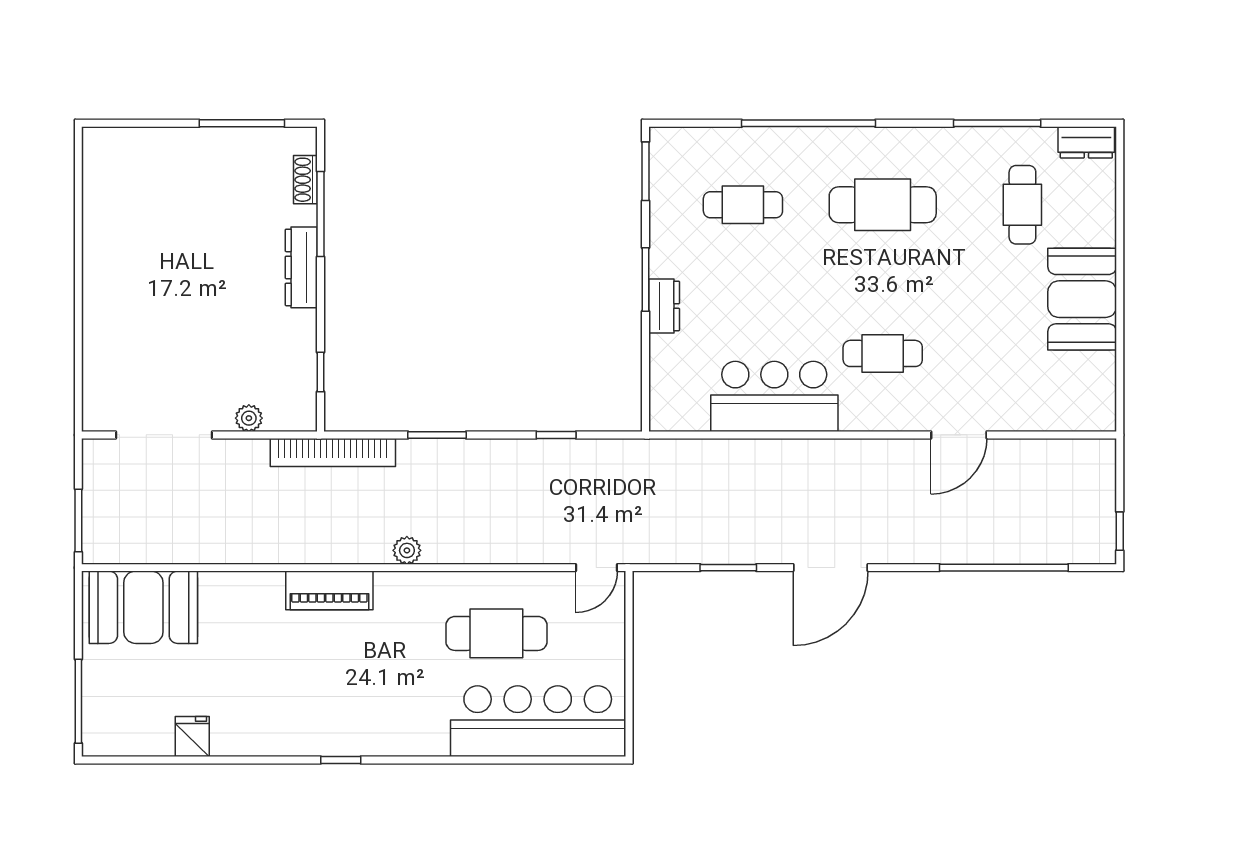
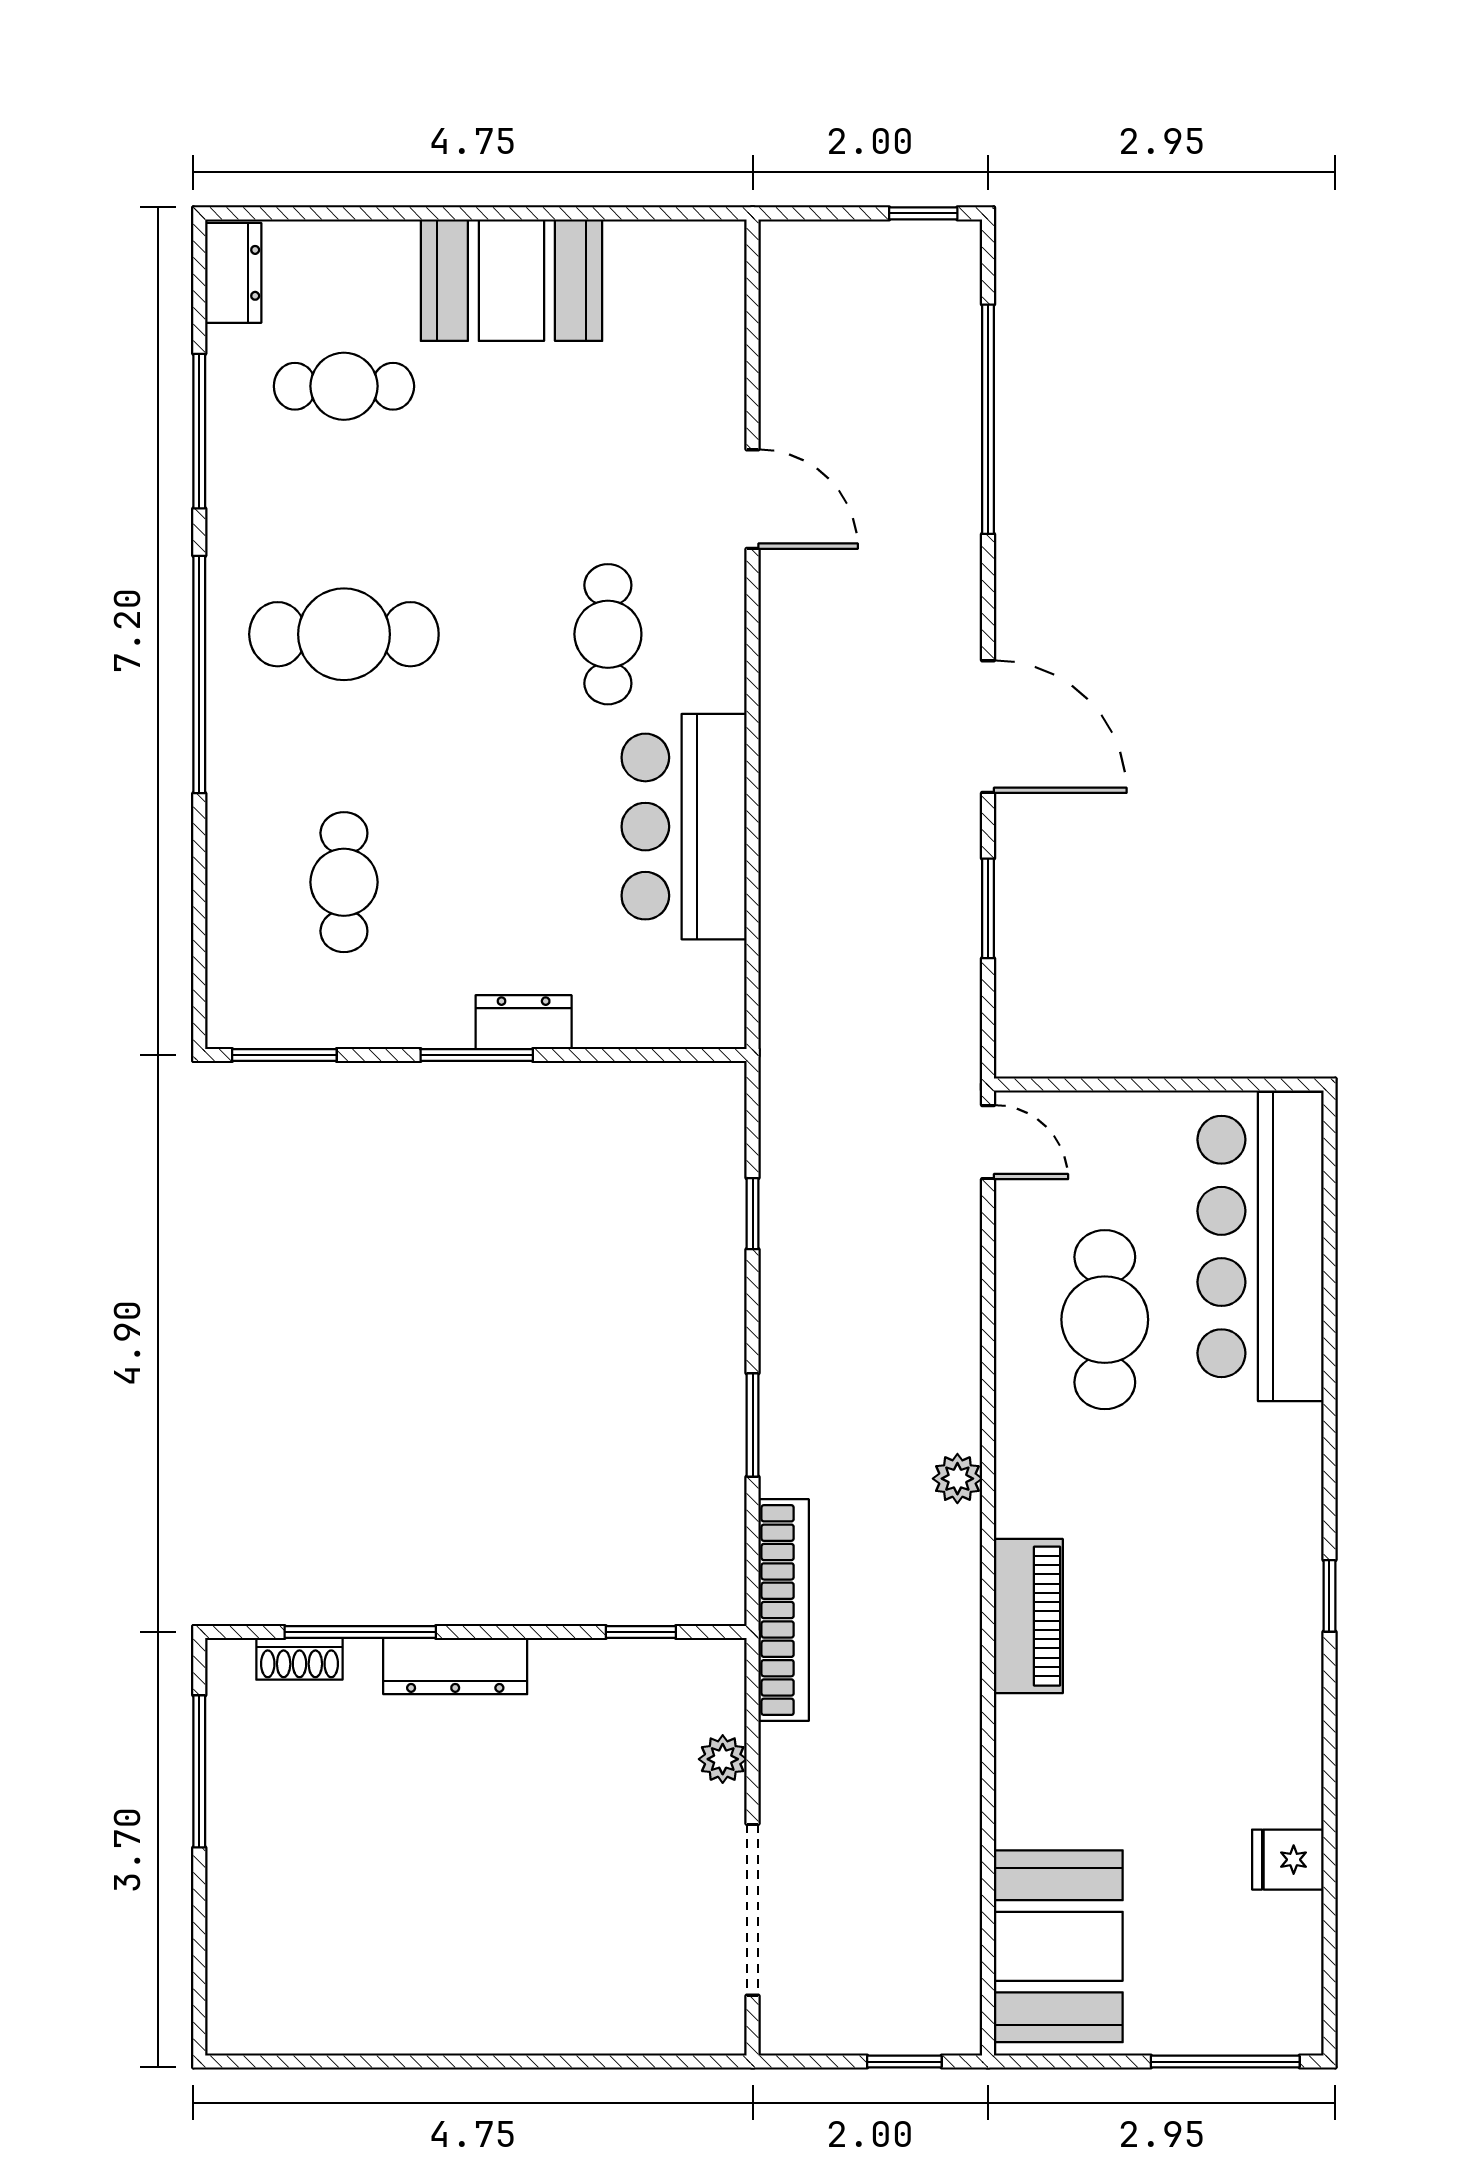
window: (809, 123) -> (199, 674), moved
cafe table: (883, 205) -> (344, 634), turned 90
window: (78, 520) -> (904, 2062), width x0.67

